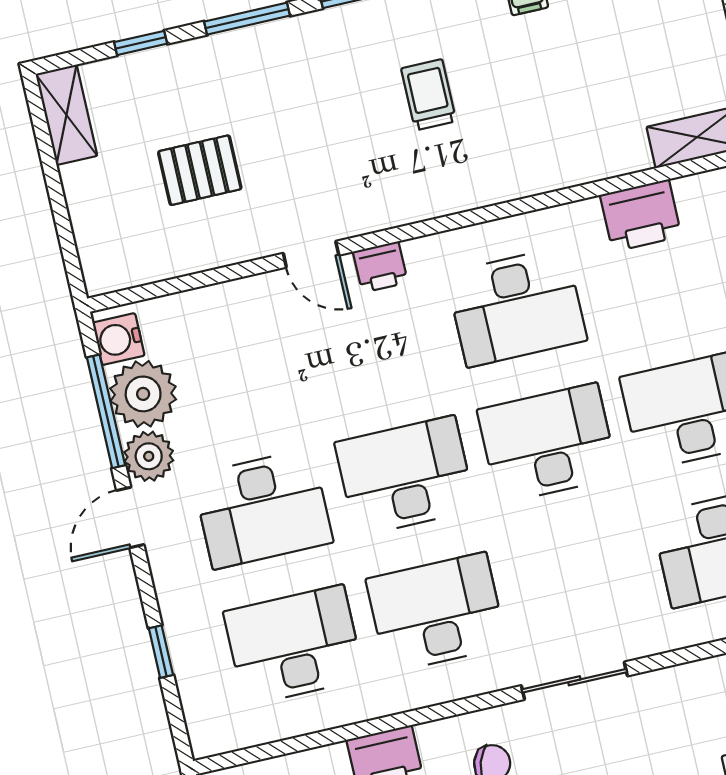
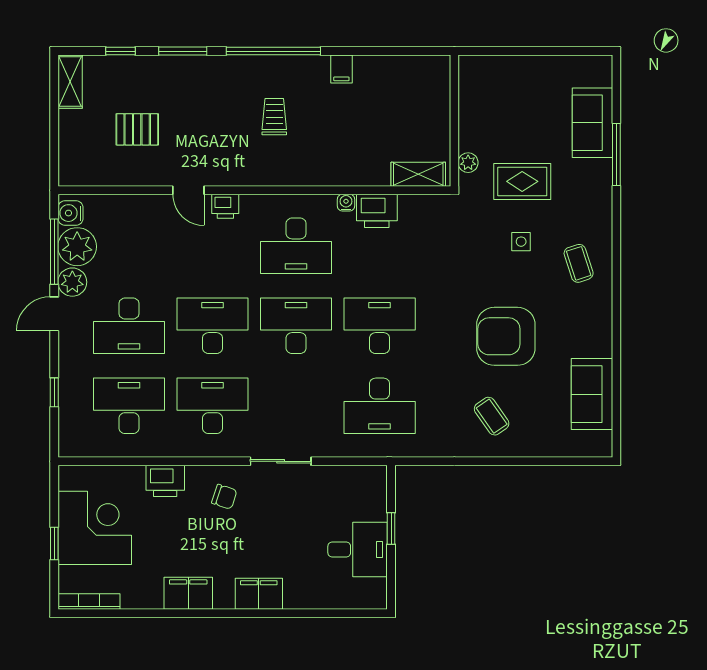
water cooler: (585, 214) -> (346, 203), added

